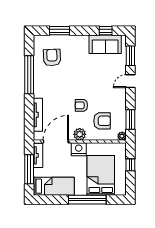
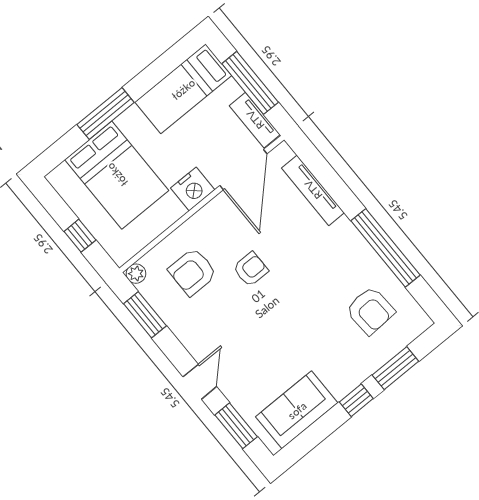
window: (106, 31) -> (356, 400), moved
plant: (80, 134) -> (212, 216), removed
window: (87, 200) -> (106, 114), width x0.68

